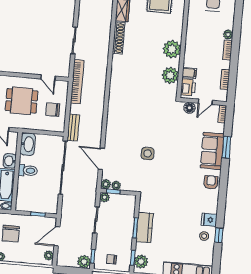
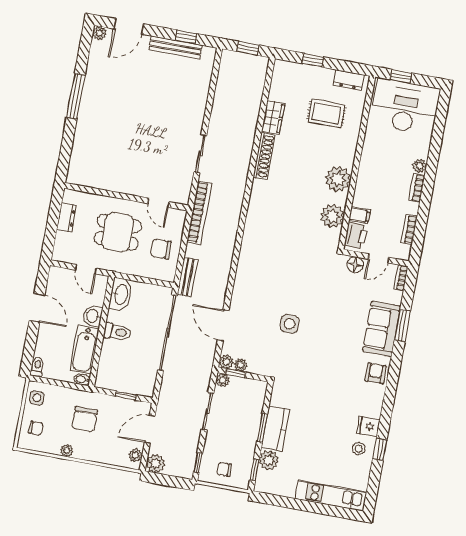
plant: (84, 262) -> (156, 464), moved
plant: (141, 262) -> (269, 460), moved

